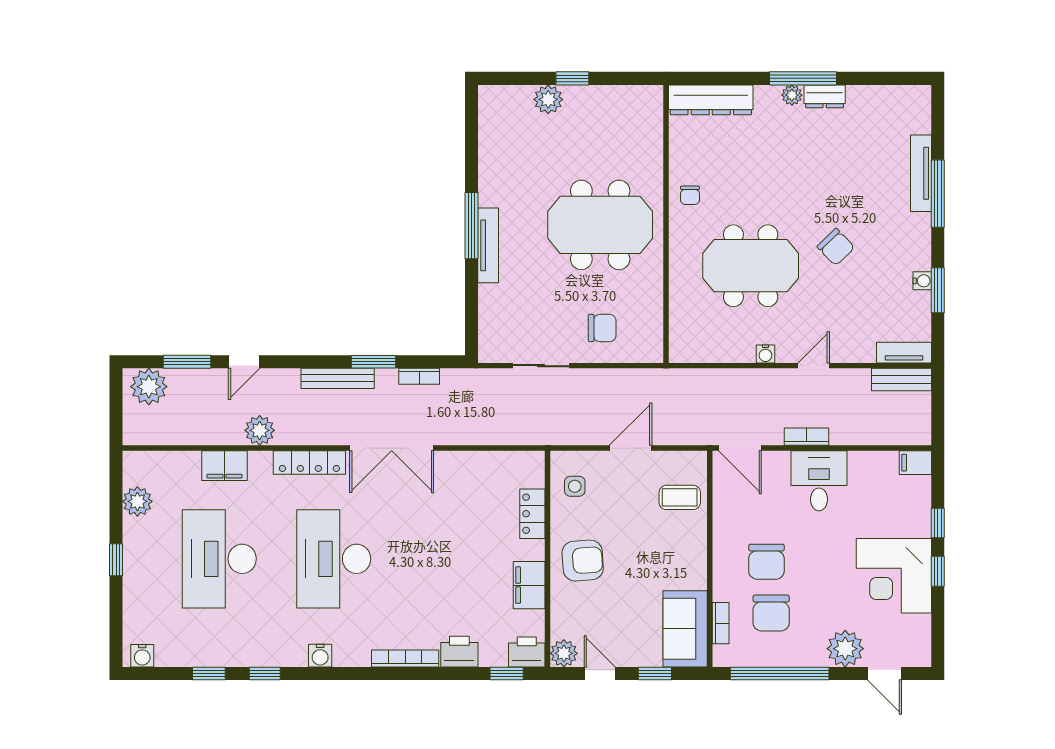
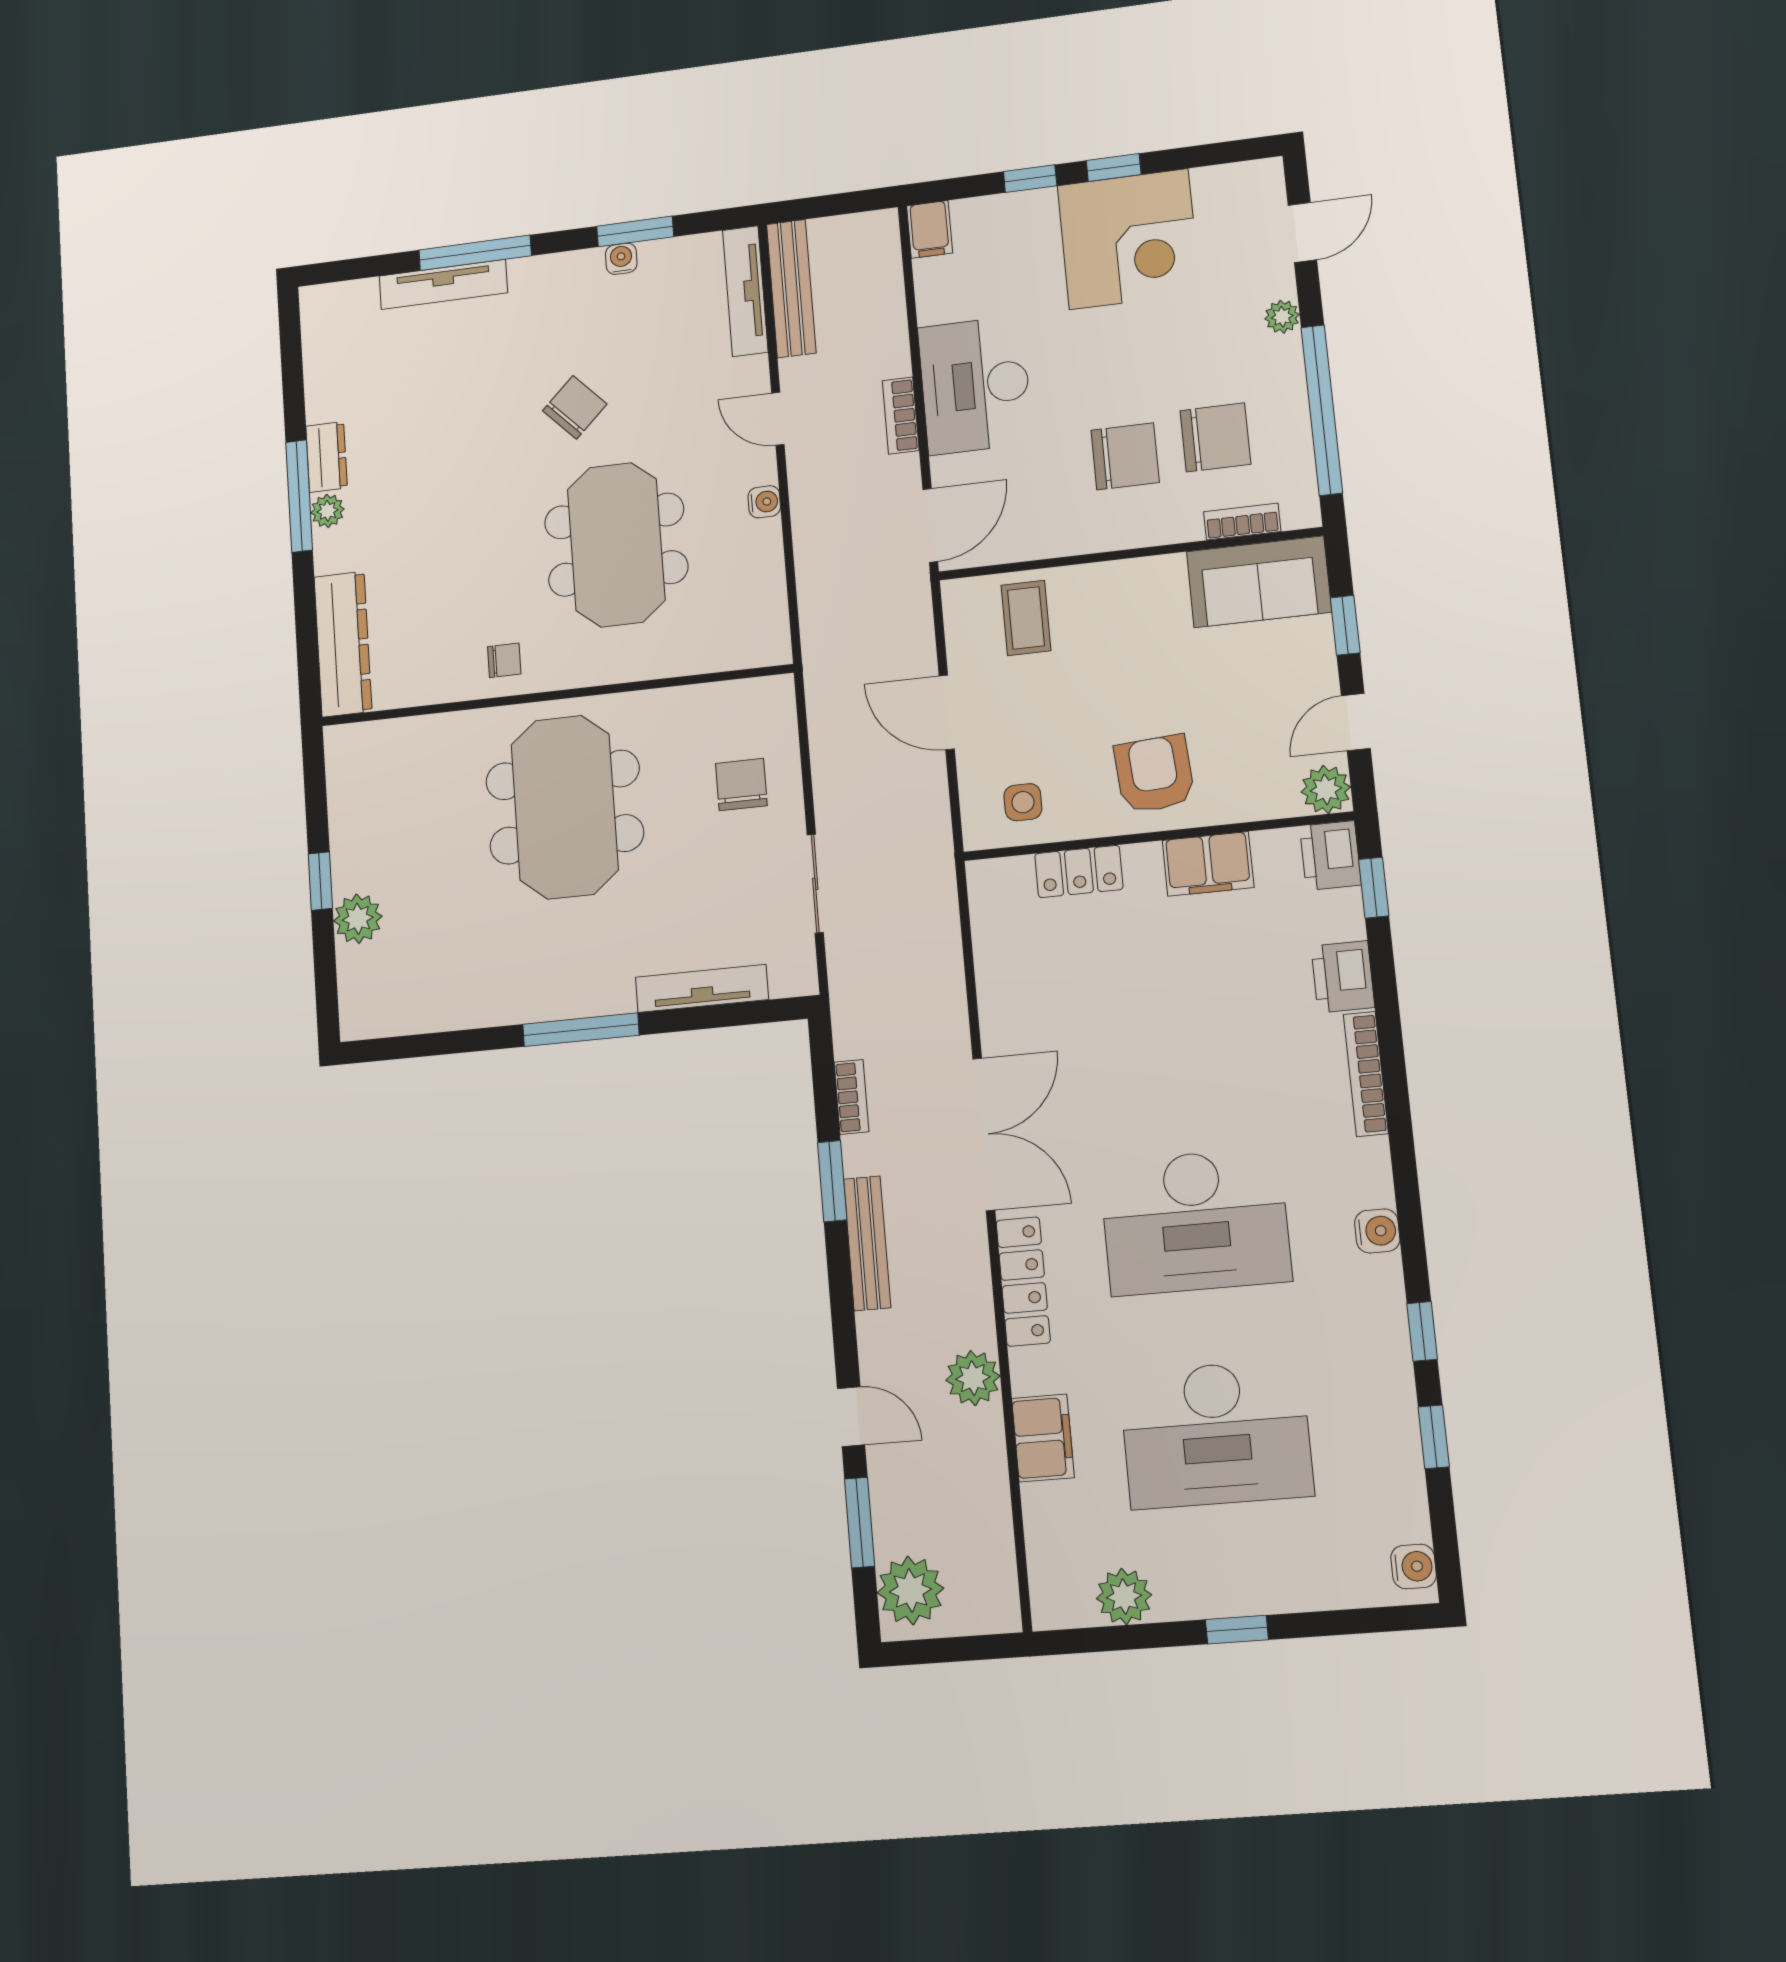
tv unit: (488, 245) -> (702, 988), moved
tv unit: (904, 353) -> (745, 291), width x1.41
bench: (902, 380) -> (791, 288), width x1.36
desk: (819, 481) -> (975, 385), width x1.37
plant: (845, 649) -> (1282, 317), width x0.53, depth x0.53

